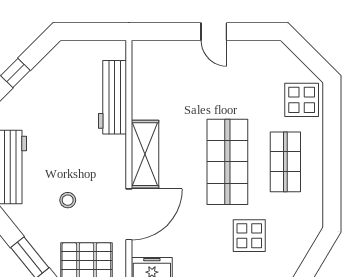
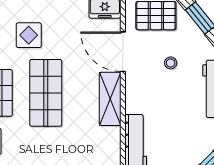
door: (129, 214) -> (123, 52), hinge flipped

